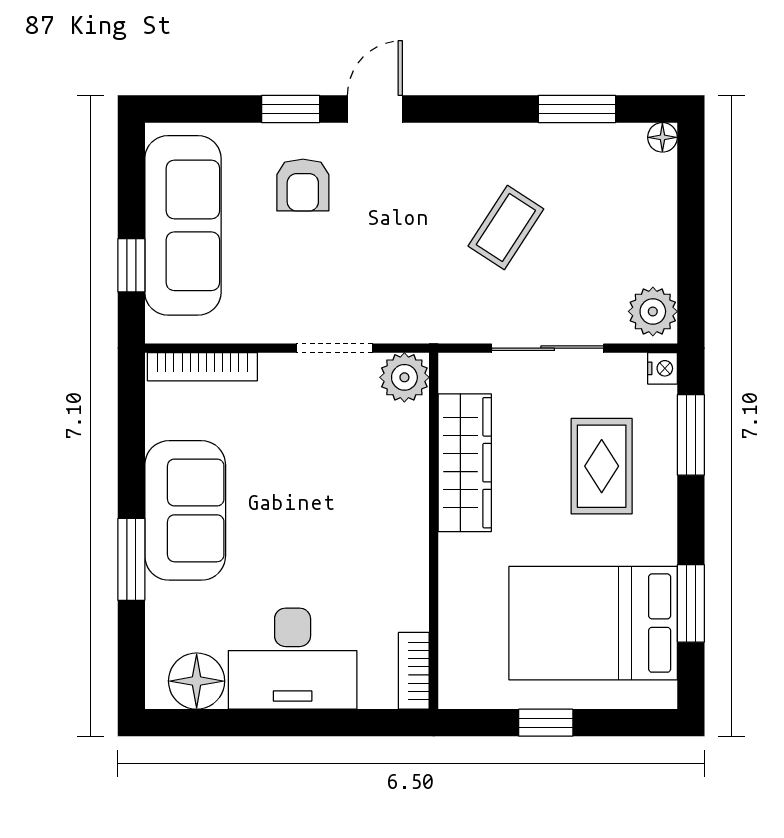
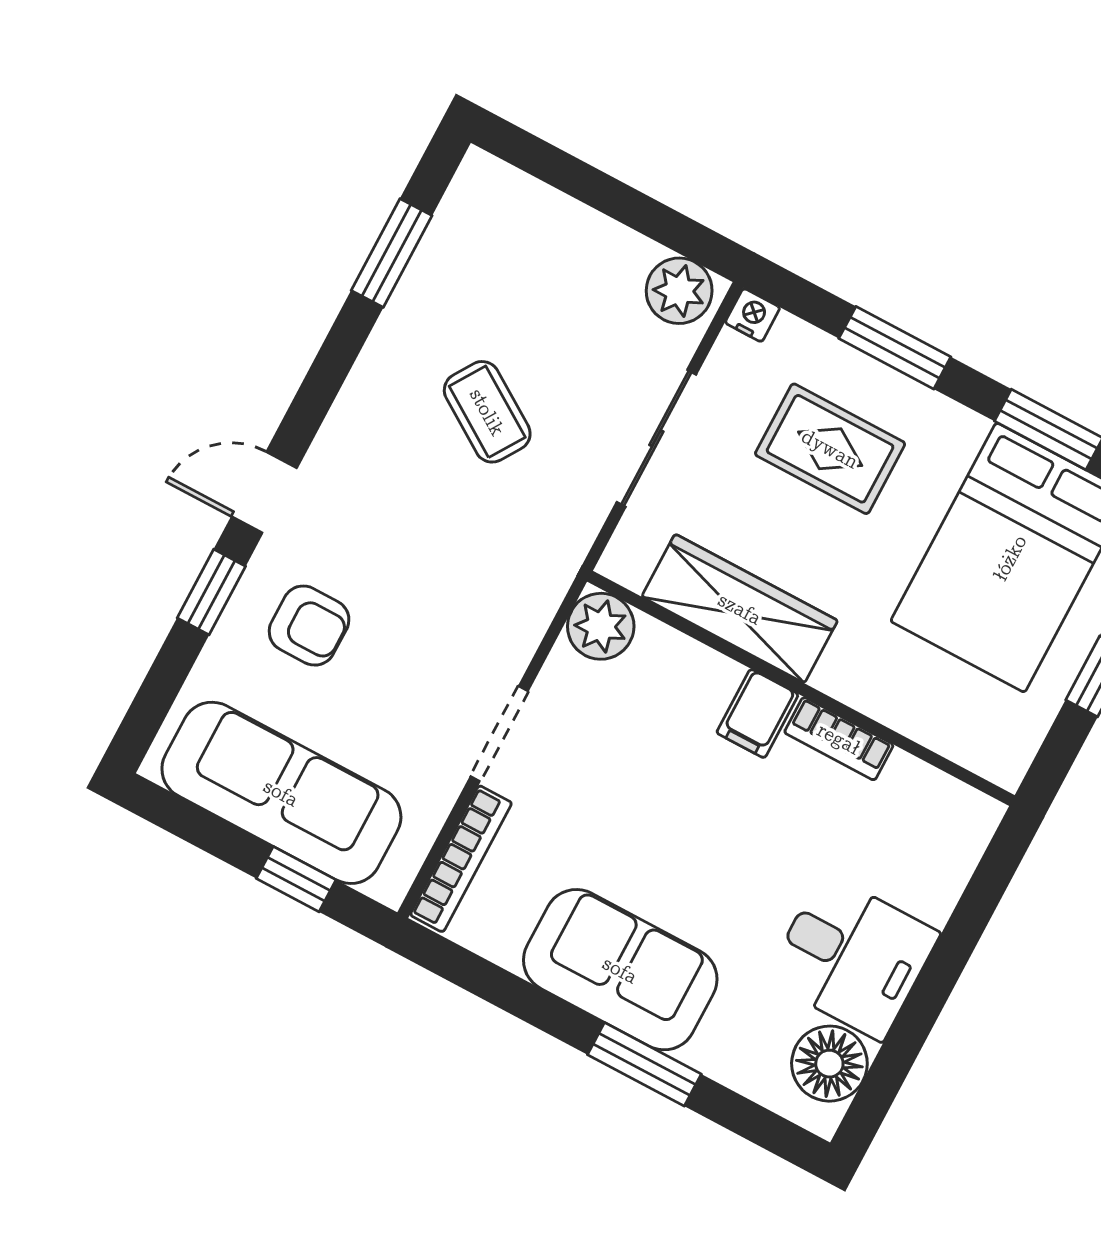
door: (375, 109) -> (264, 492), hinge flipped
floor lamp: (662, 137) -> (479, 170), removed
doorway: (334, 348) -> (499, 734), moved
window: (691, 435) -> (895, 348), moved
filing cabinet: (402, 511) -> (757, 714), added
desk: (293, 659) -> (852, 956), width x0.73
bookcase: (414, 671) -> (839, 739), moved

